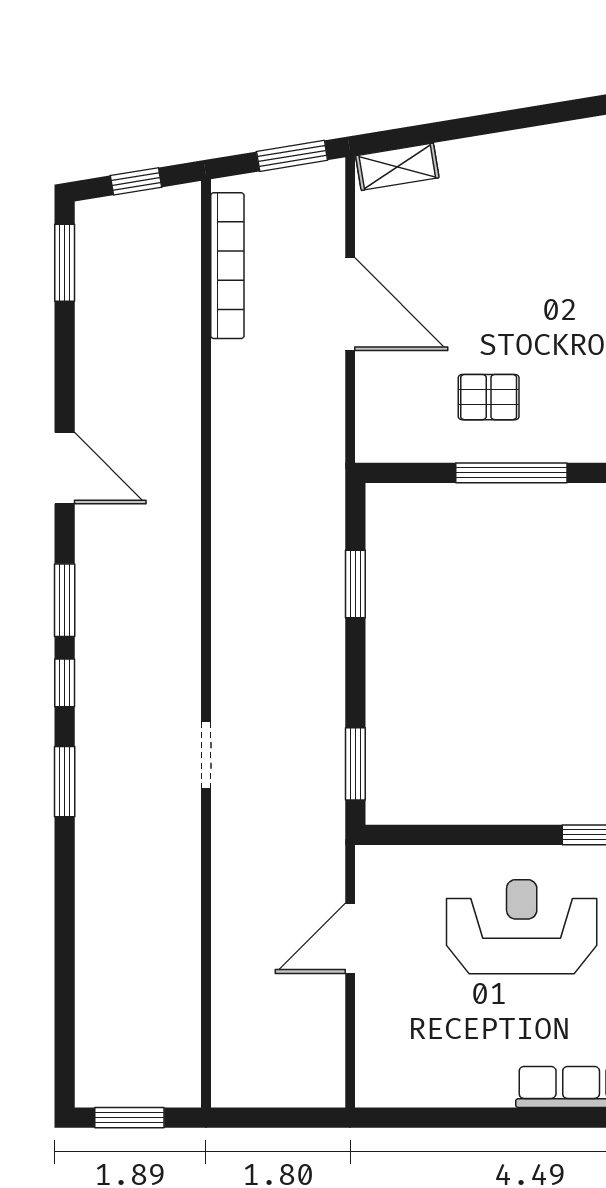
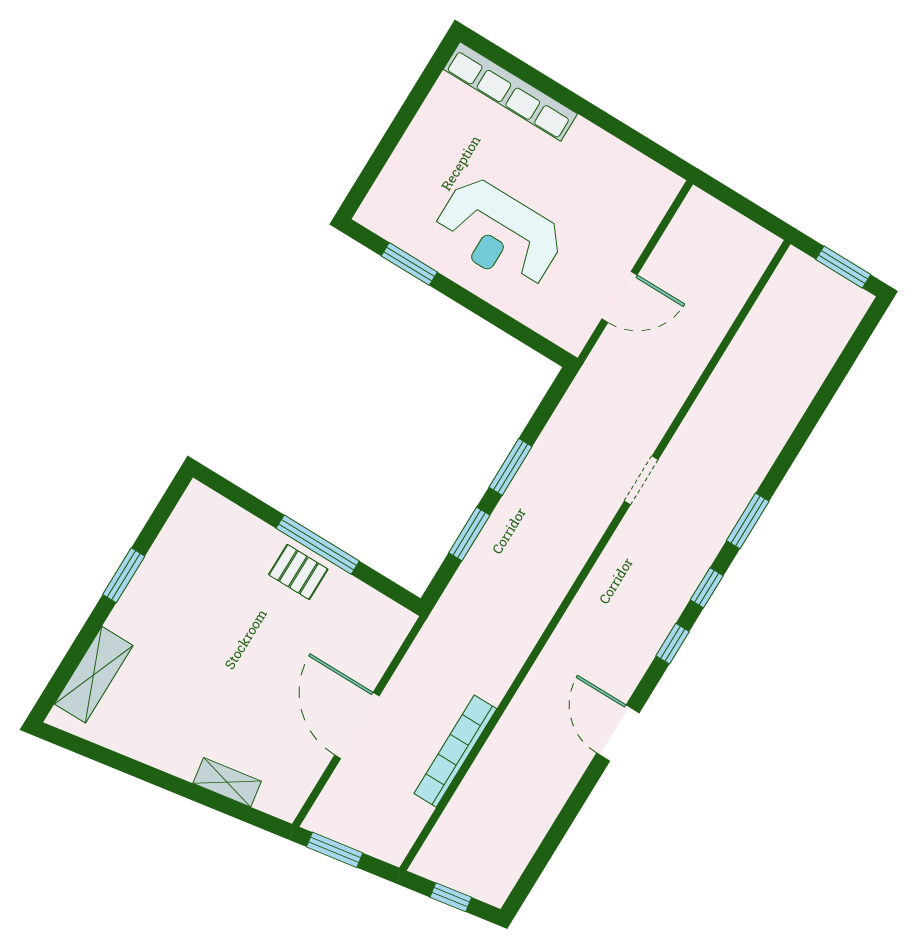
shelving: (397, 167) -> (227, 782), moved
window: (65, 263) -> (533, 872), removed
bookcase: (227, 266) -> (455, 751), moved
pallet: (489, 397) -> (298, 572), moved
window: (65, 600) -> (673, 644), width x0.67
window: (355, 764) -> (510, 467), moved

